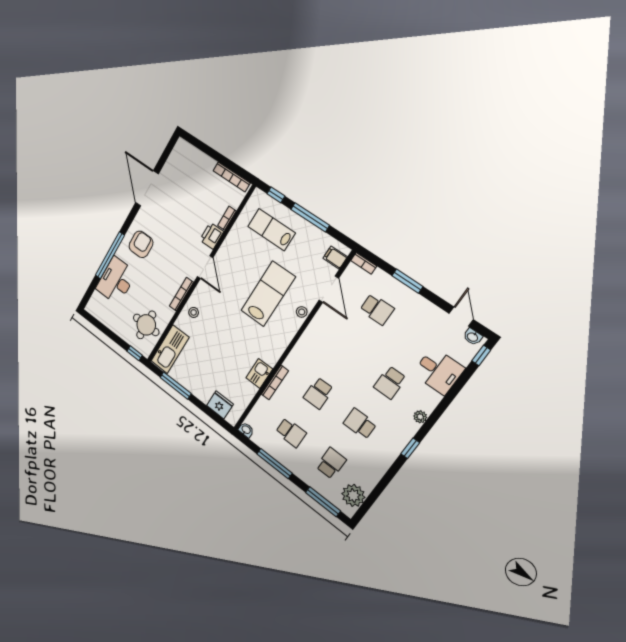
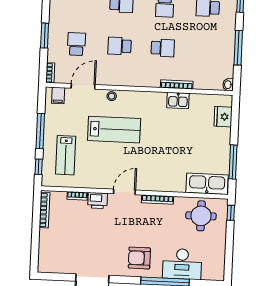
lab bench: (268, 294) -> (114, 130), turned 180
stool: (194, 312) -> (165, 181), removed
school desk: (291, 433) -> (120, 46), moved, turned -90

